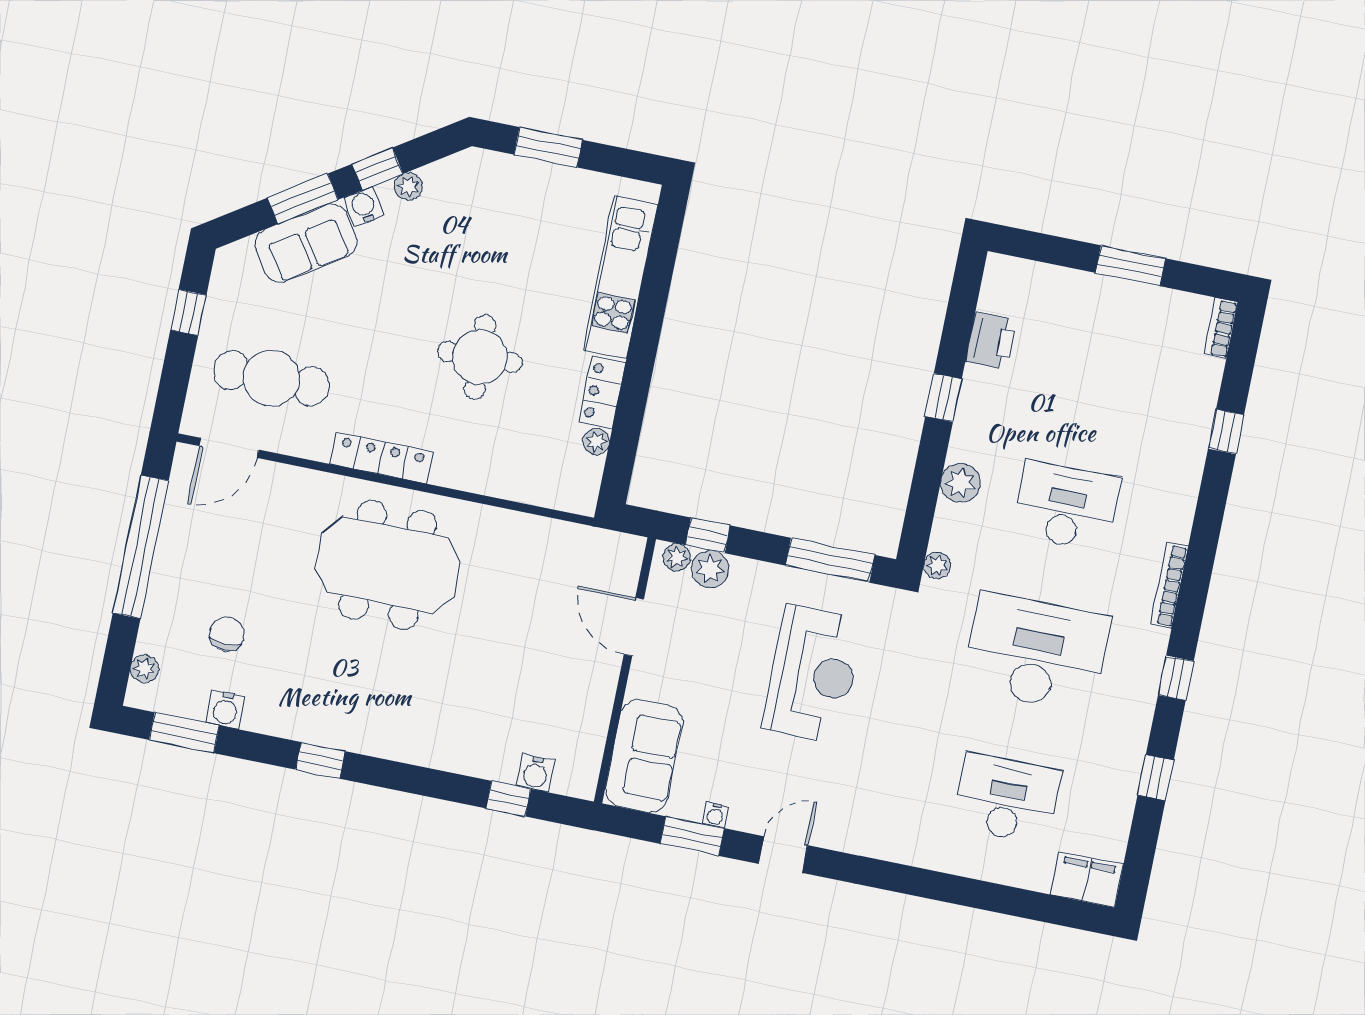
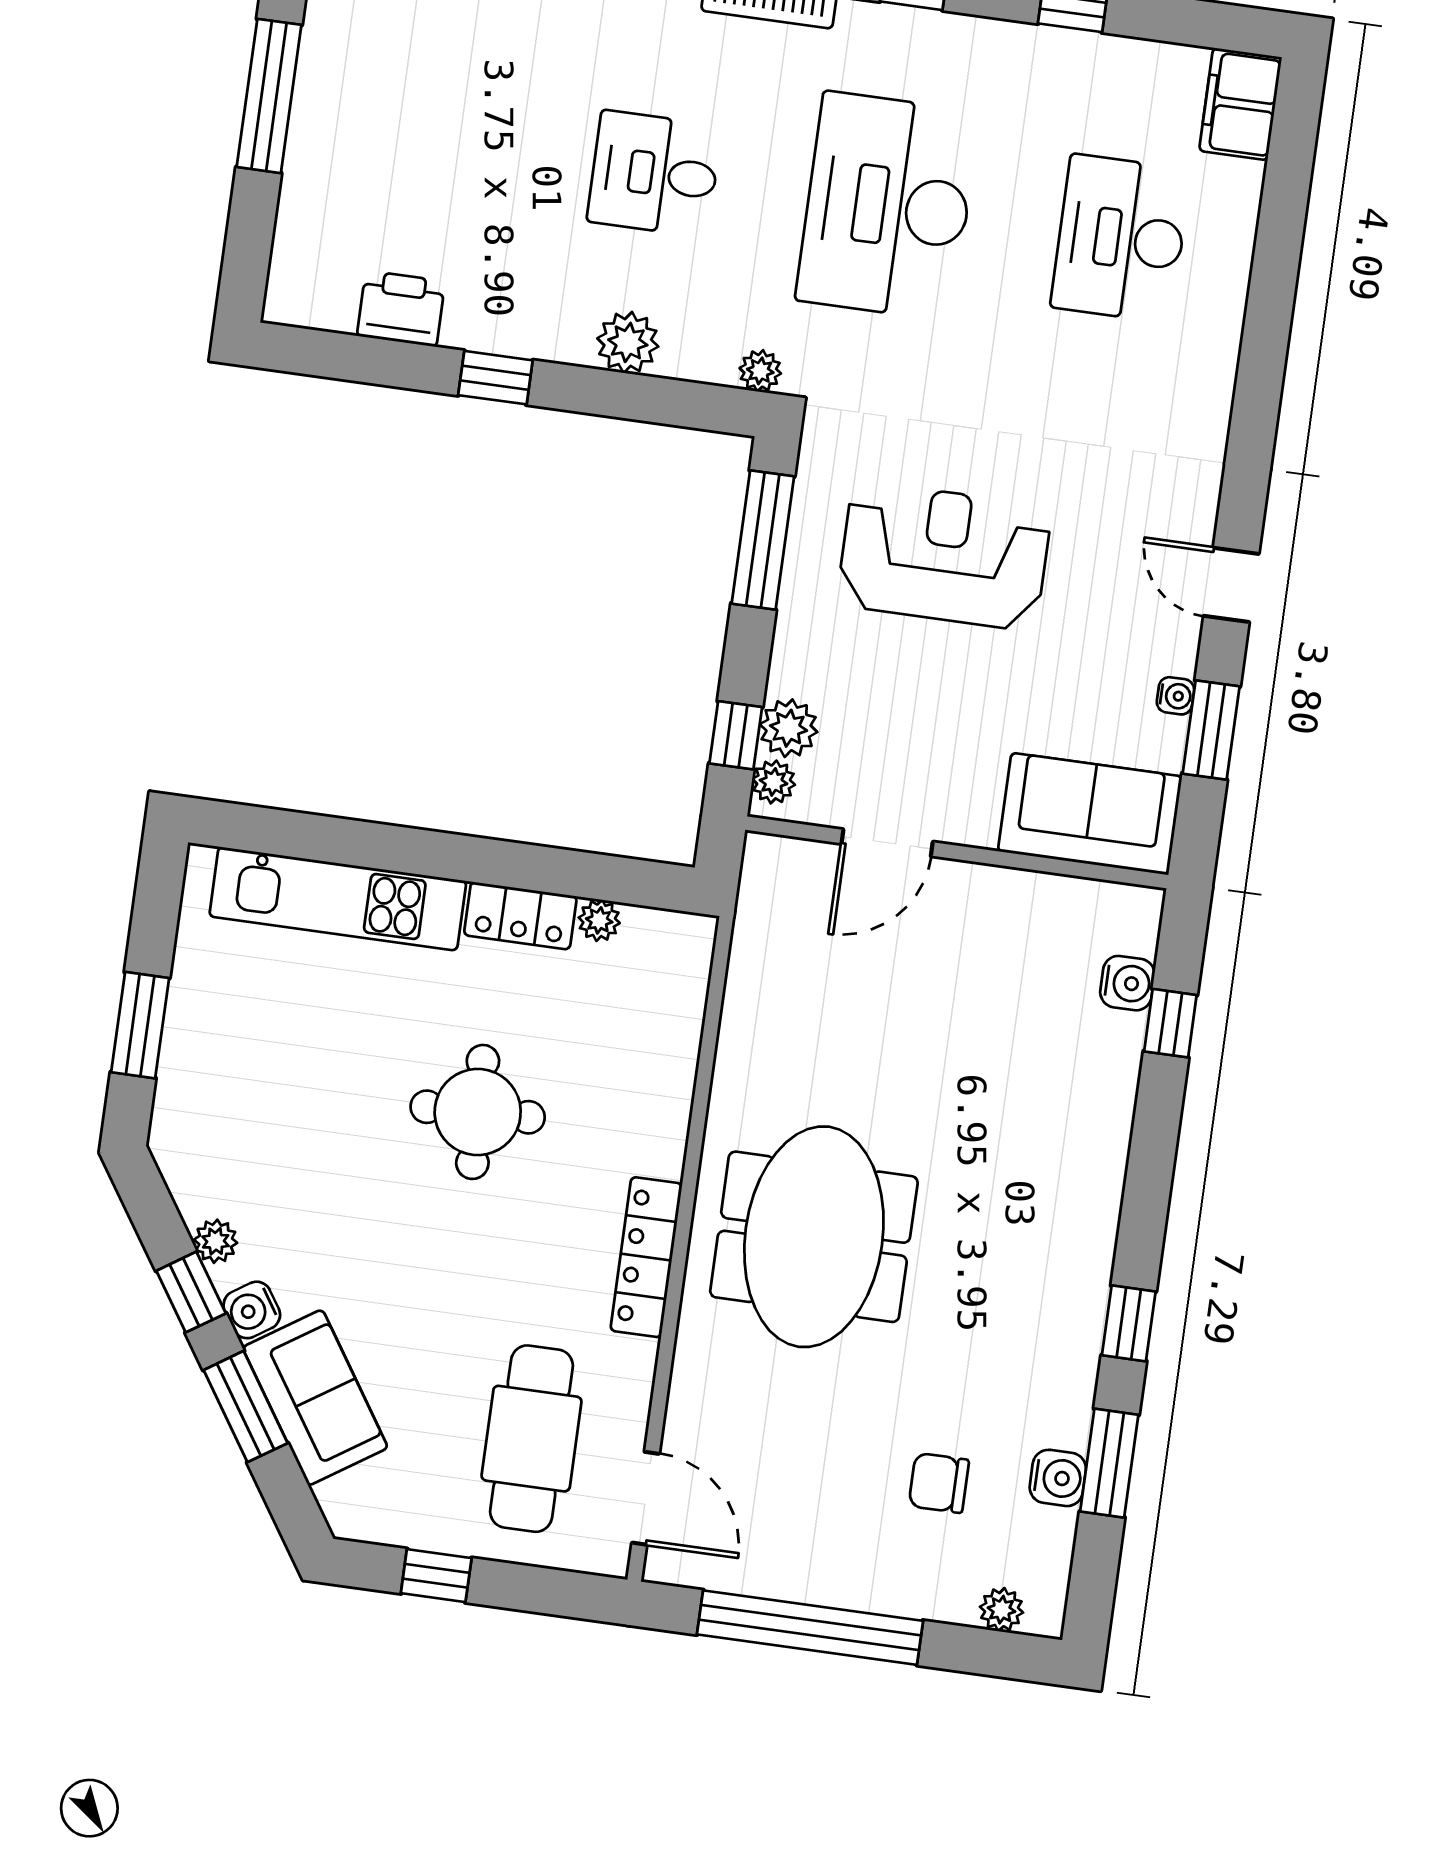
window: (1131, 266) -> (269, 96), width x1.44
desk: (1066, 506) -> (654, 174), width x0.73
window: (184, 733) -> (1109, 1463), moved

